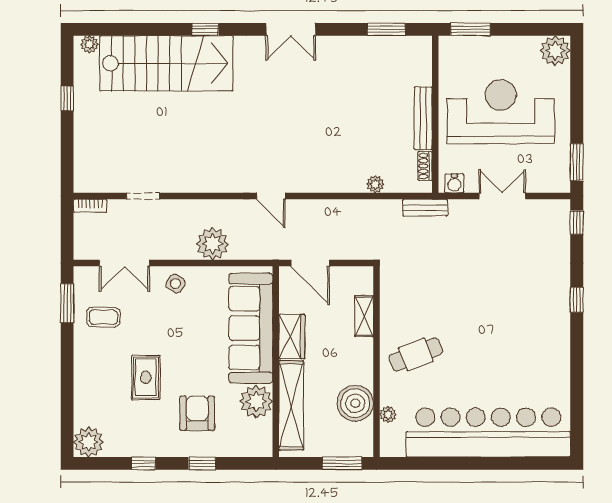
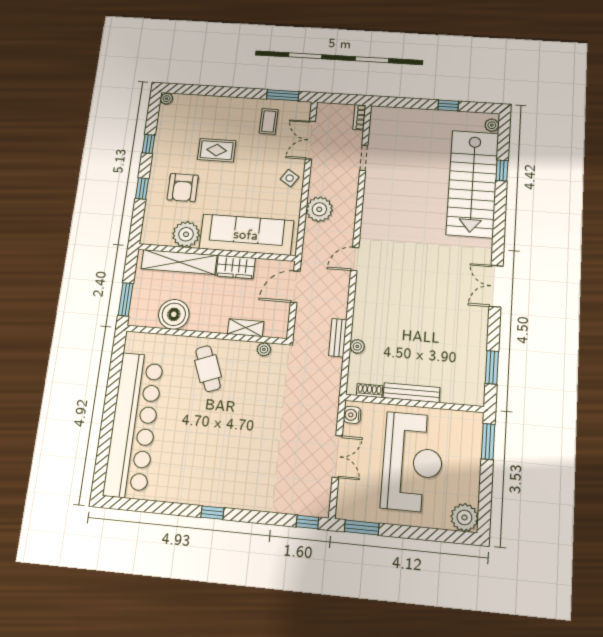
window: (205, 29) -> (502, 170), moved
bench: (425, 208) -> (338, 338), moved
window: (577, 300) -> (212, 513), moved
armchair: (197, 413) -> (183, 188), turned 90
plant: (388, 414) -> (264, 349), moved
plant: (89, 442) -> (167, 99), width x0.53, depth x0.53

